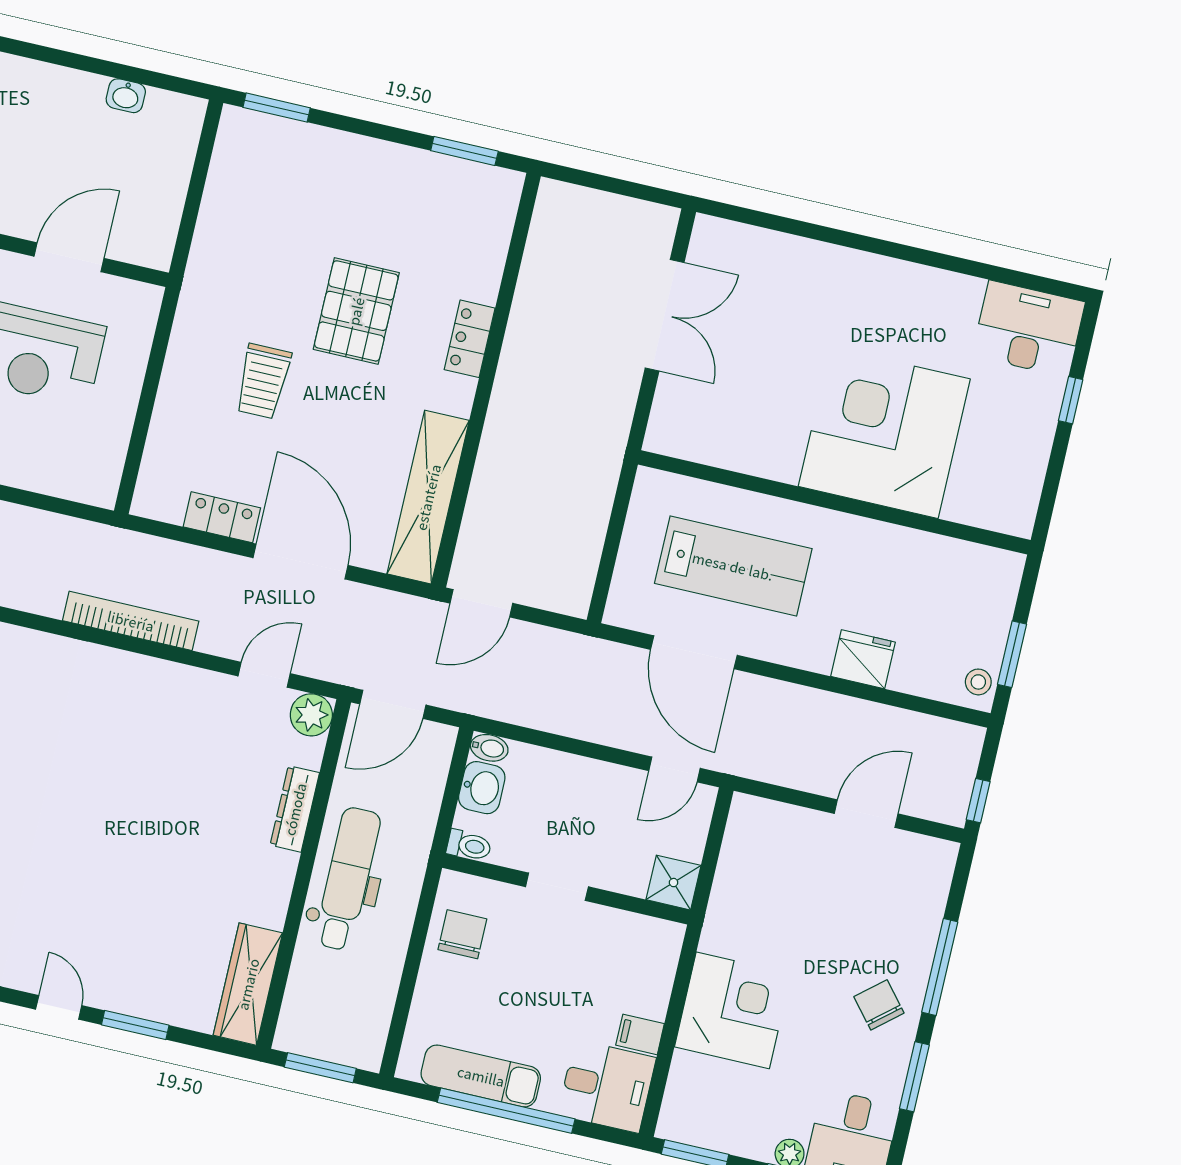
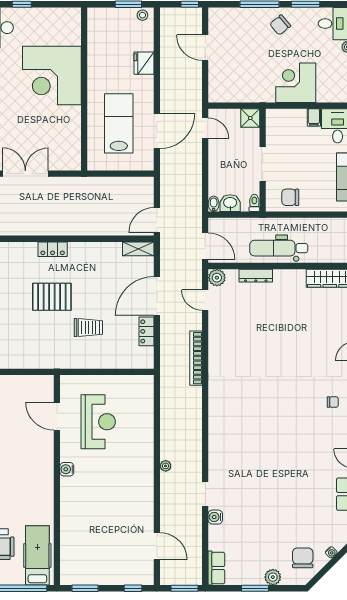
shelving: (428, 497) -> (138, 249), width x0.45, depth x0.75
door: (481, 603) -> (157, 220), swing flipped
doorway: (557, 887) -> (263, 164), width x1.38

